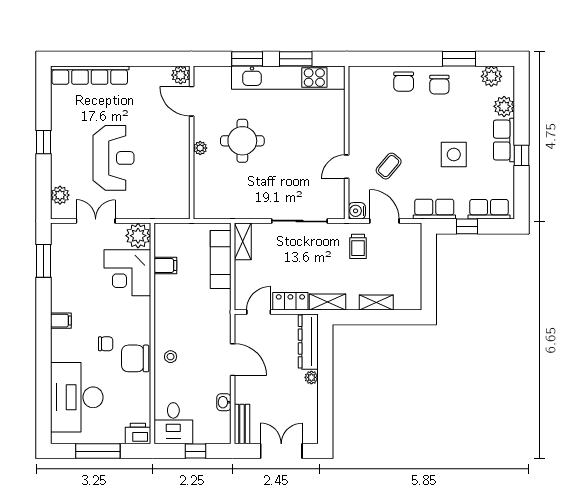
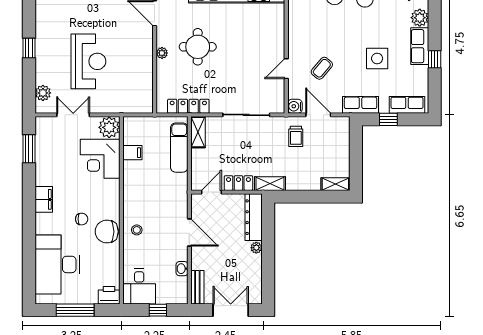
locker: (231, 211) -> (188, 106), added
shelving: (376, 303) -> (335, 184), moved
filing cabinet: (61, 321) -> (44, 199), width x2.00

